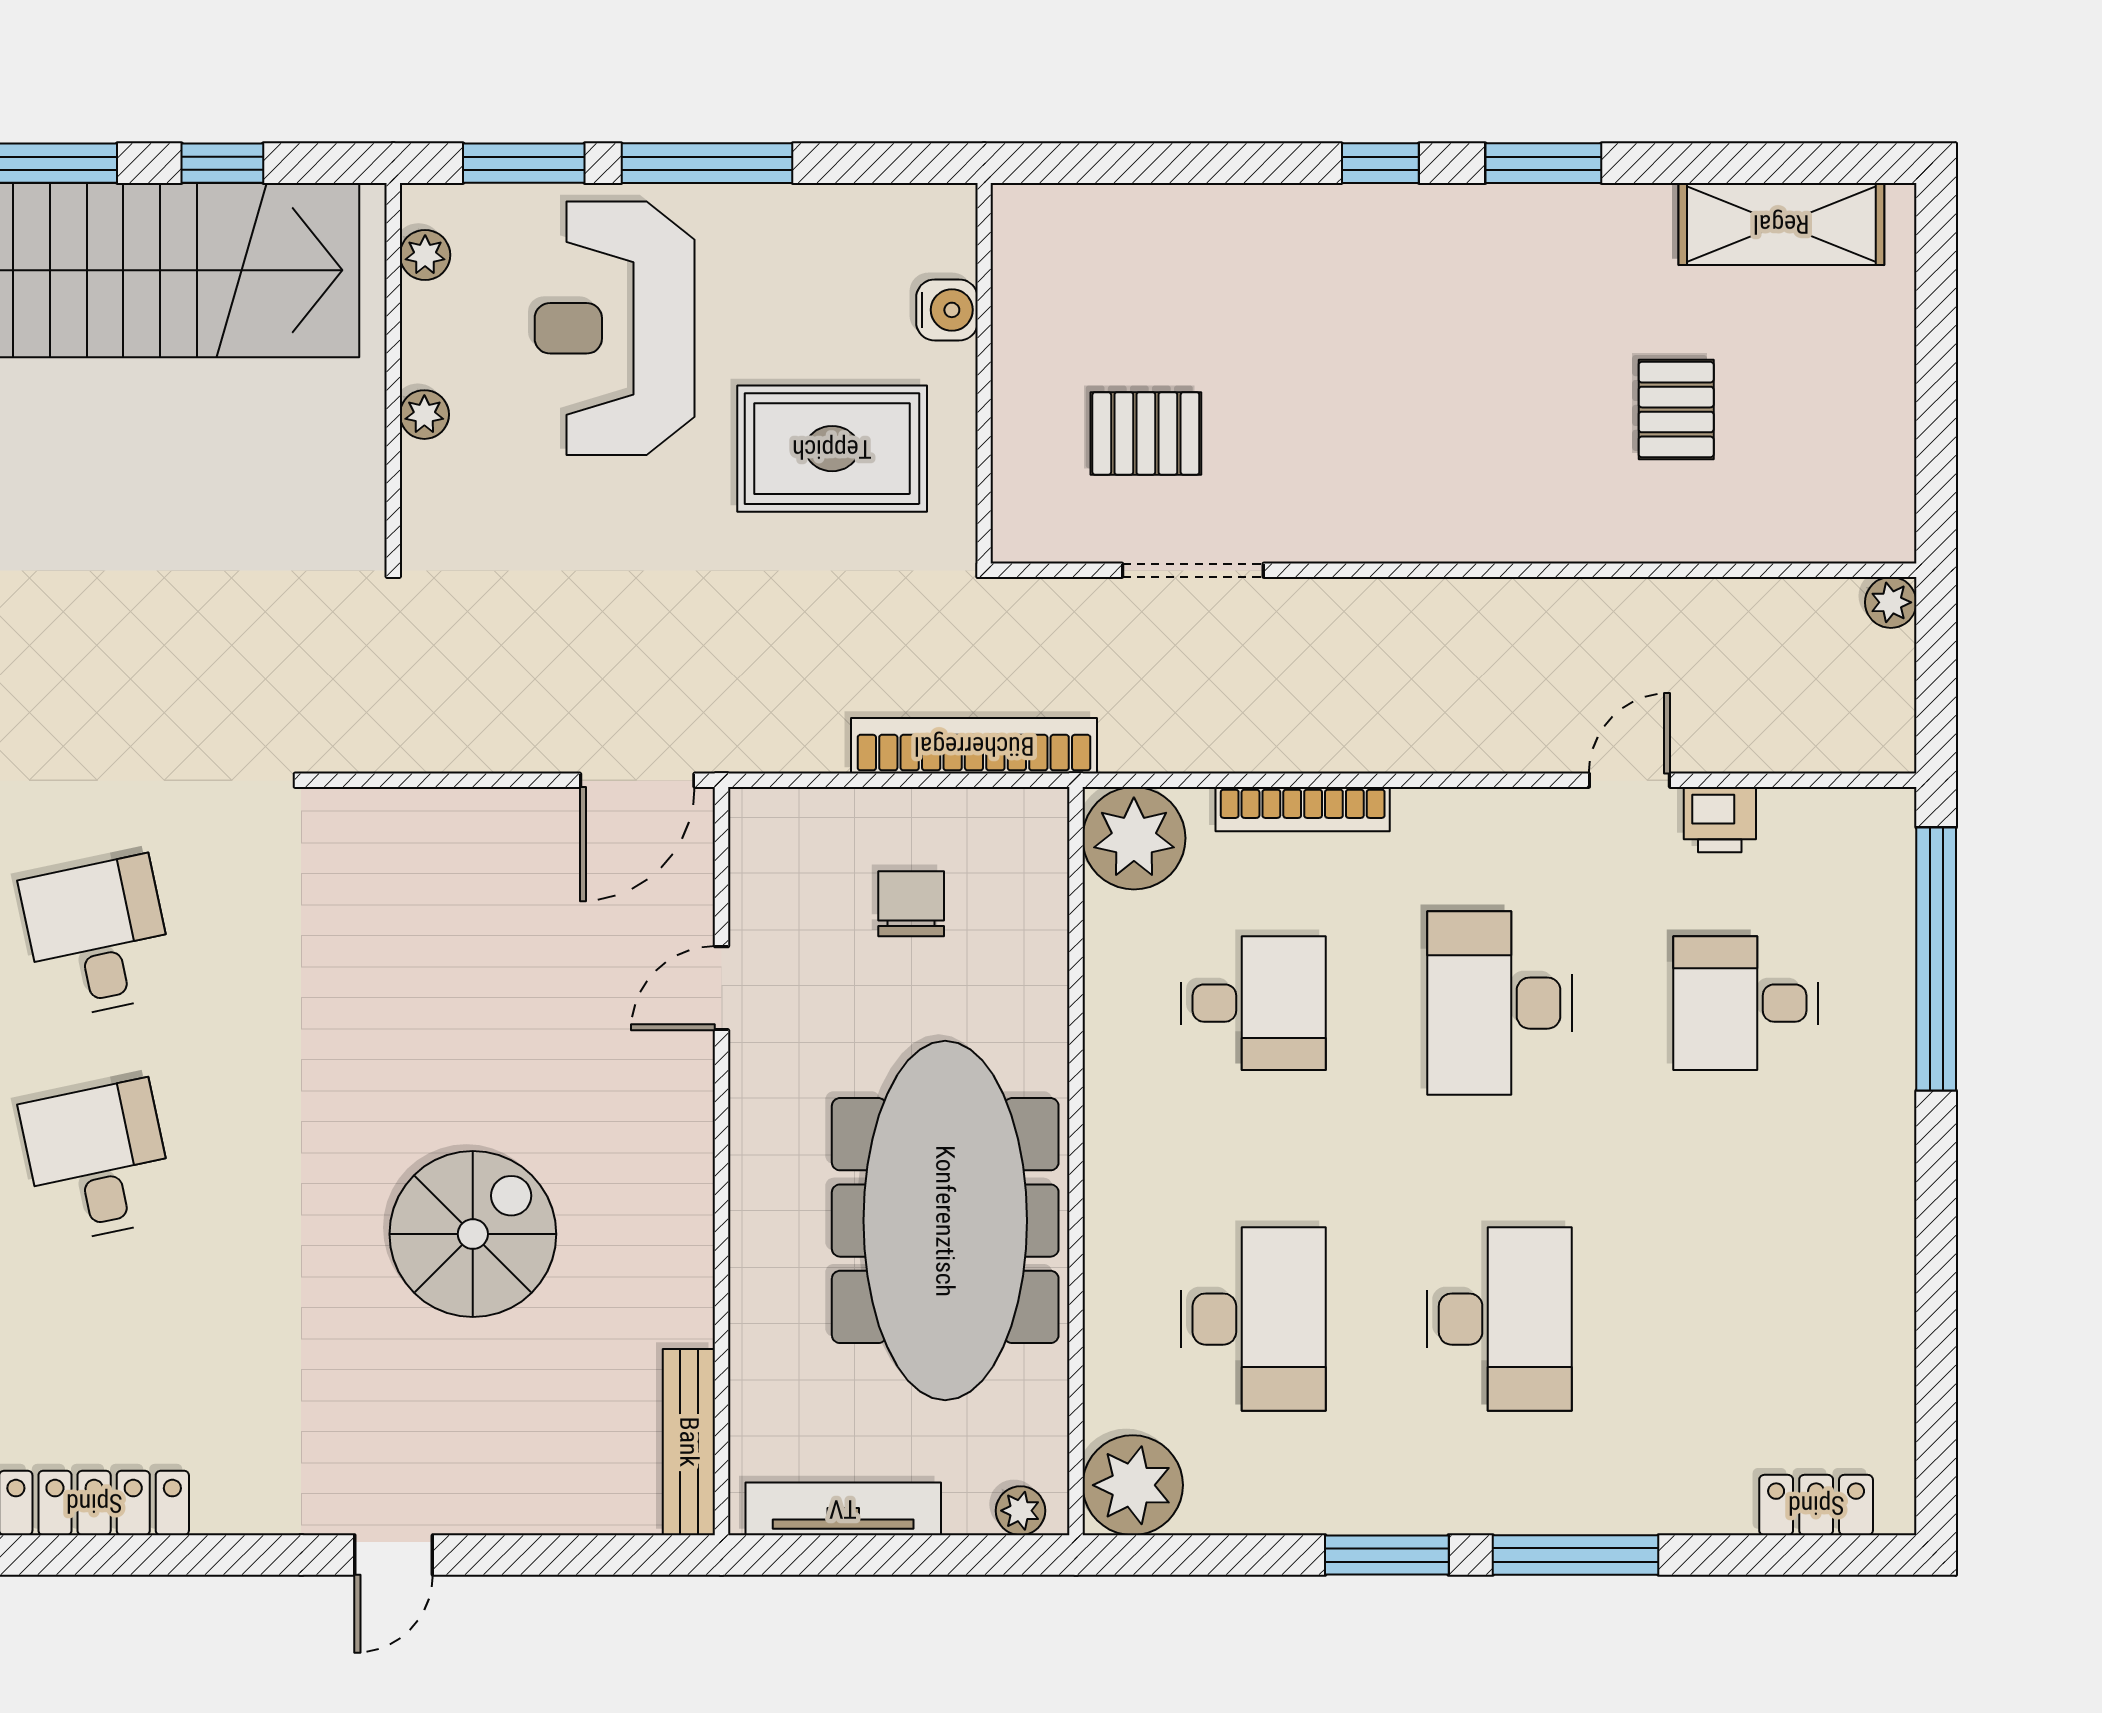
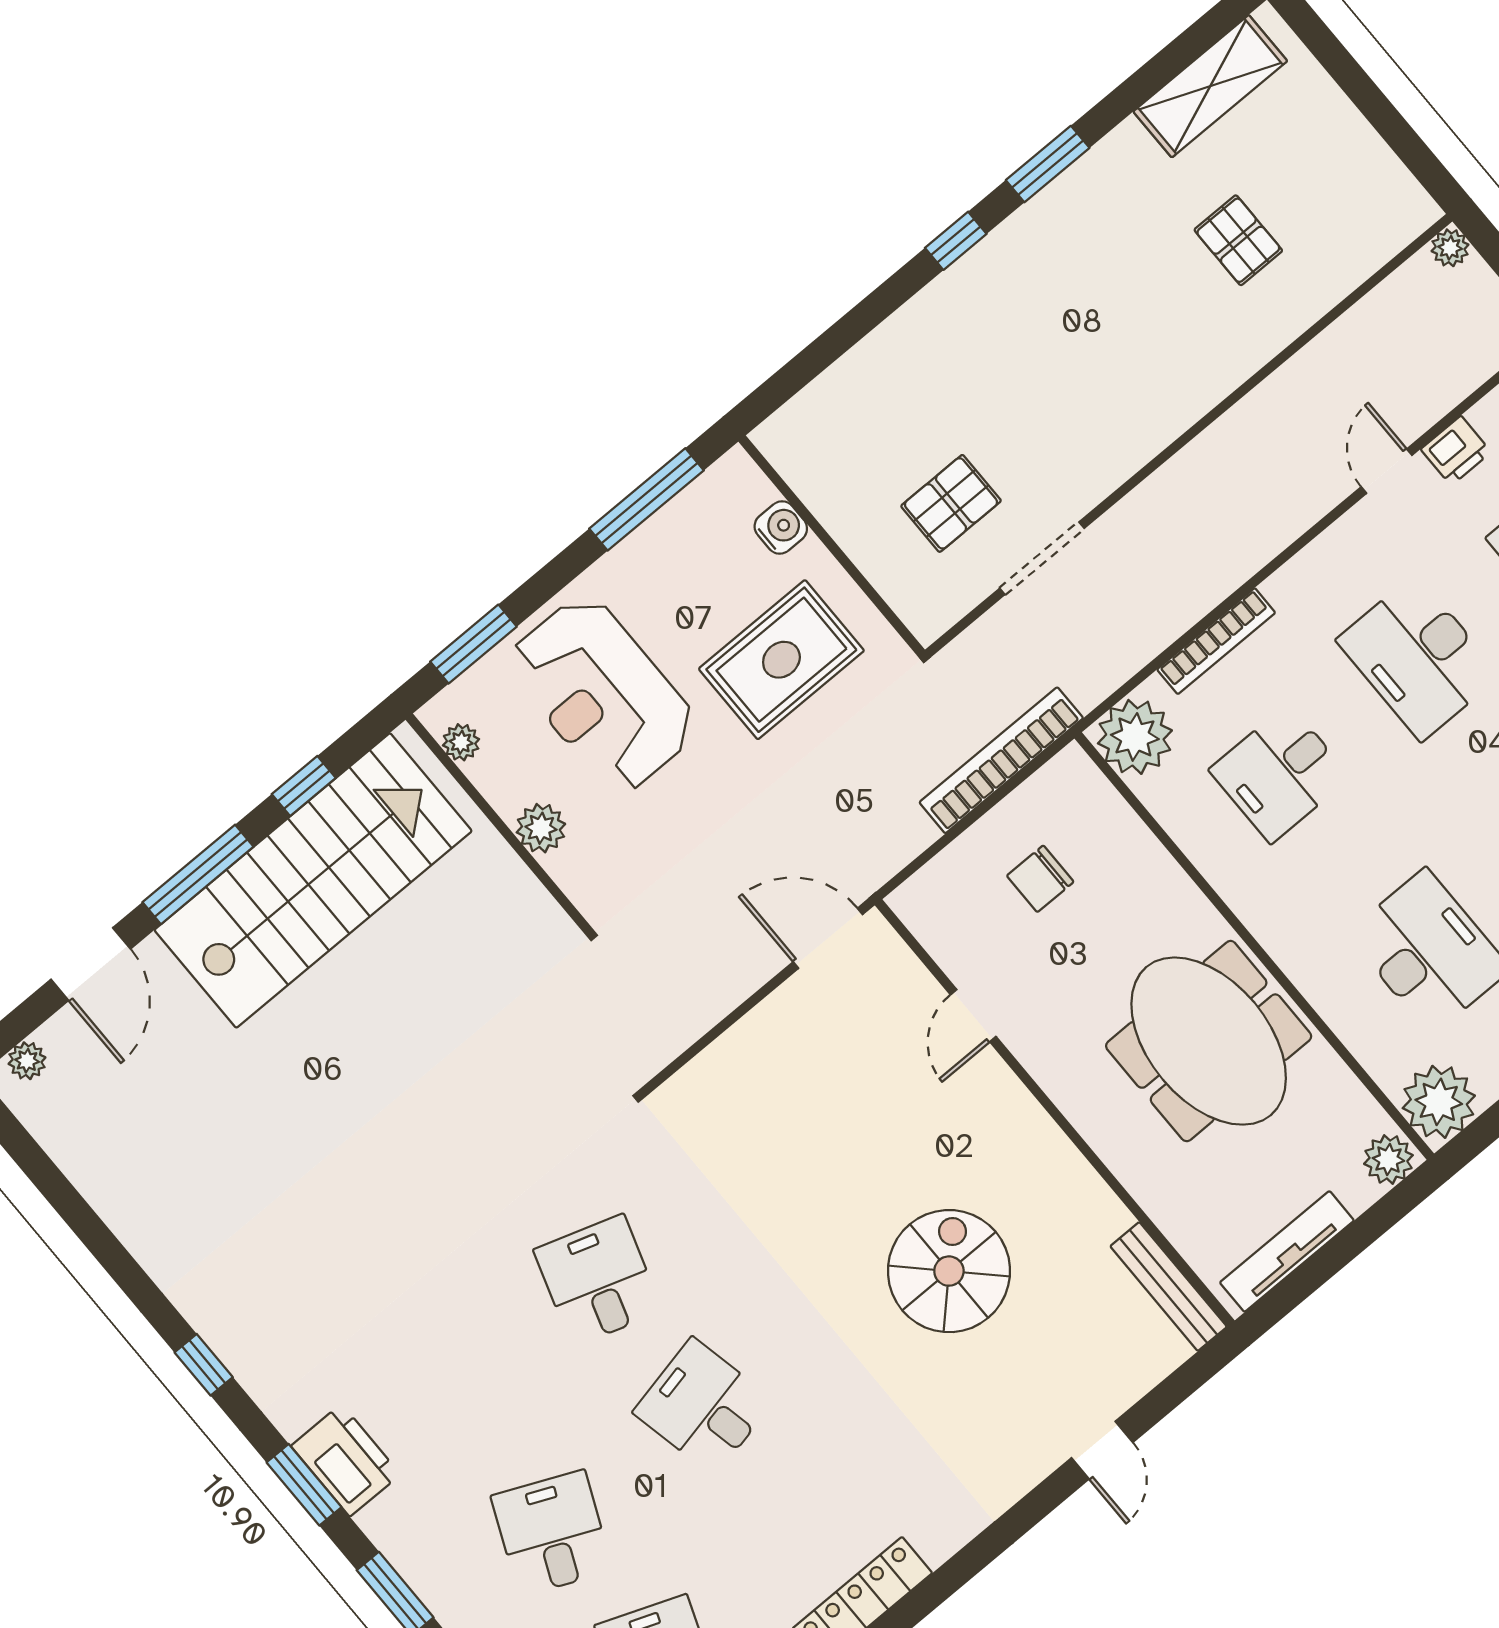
window: (707, 163) -> (647, 499), moved
plant: (424, 415) -> (541, 828), width x1.38, depth x1.38
door: (637, 780) -> (828, 938), swing flipped
chair: (911, 904) -> (1040, 879), turned -90
desk: (98, 937) -> (598, 1280), turned 30
desk: (1253, 1003) -> (1280, 774), turned 180
meeting table: (945, 1221) -> (1209, 1041), width x0.73
plant: (1020, 1511) -> (1388, 1160), width x1.38, depth x1.38
door: (394, 1555) -> (1102, 1450), moved

